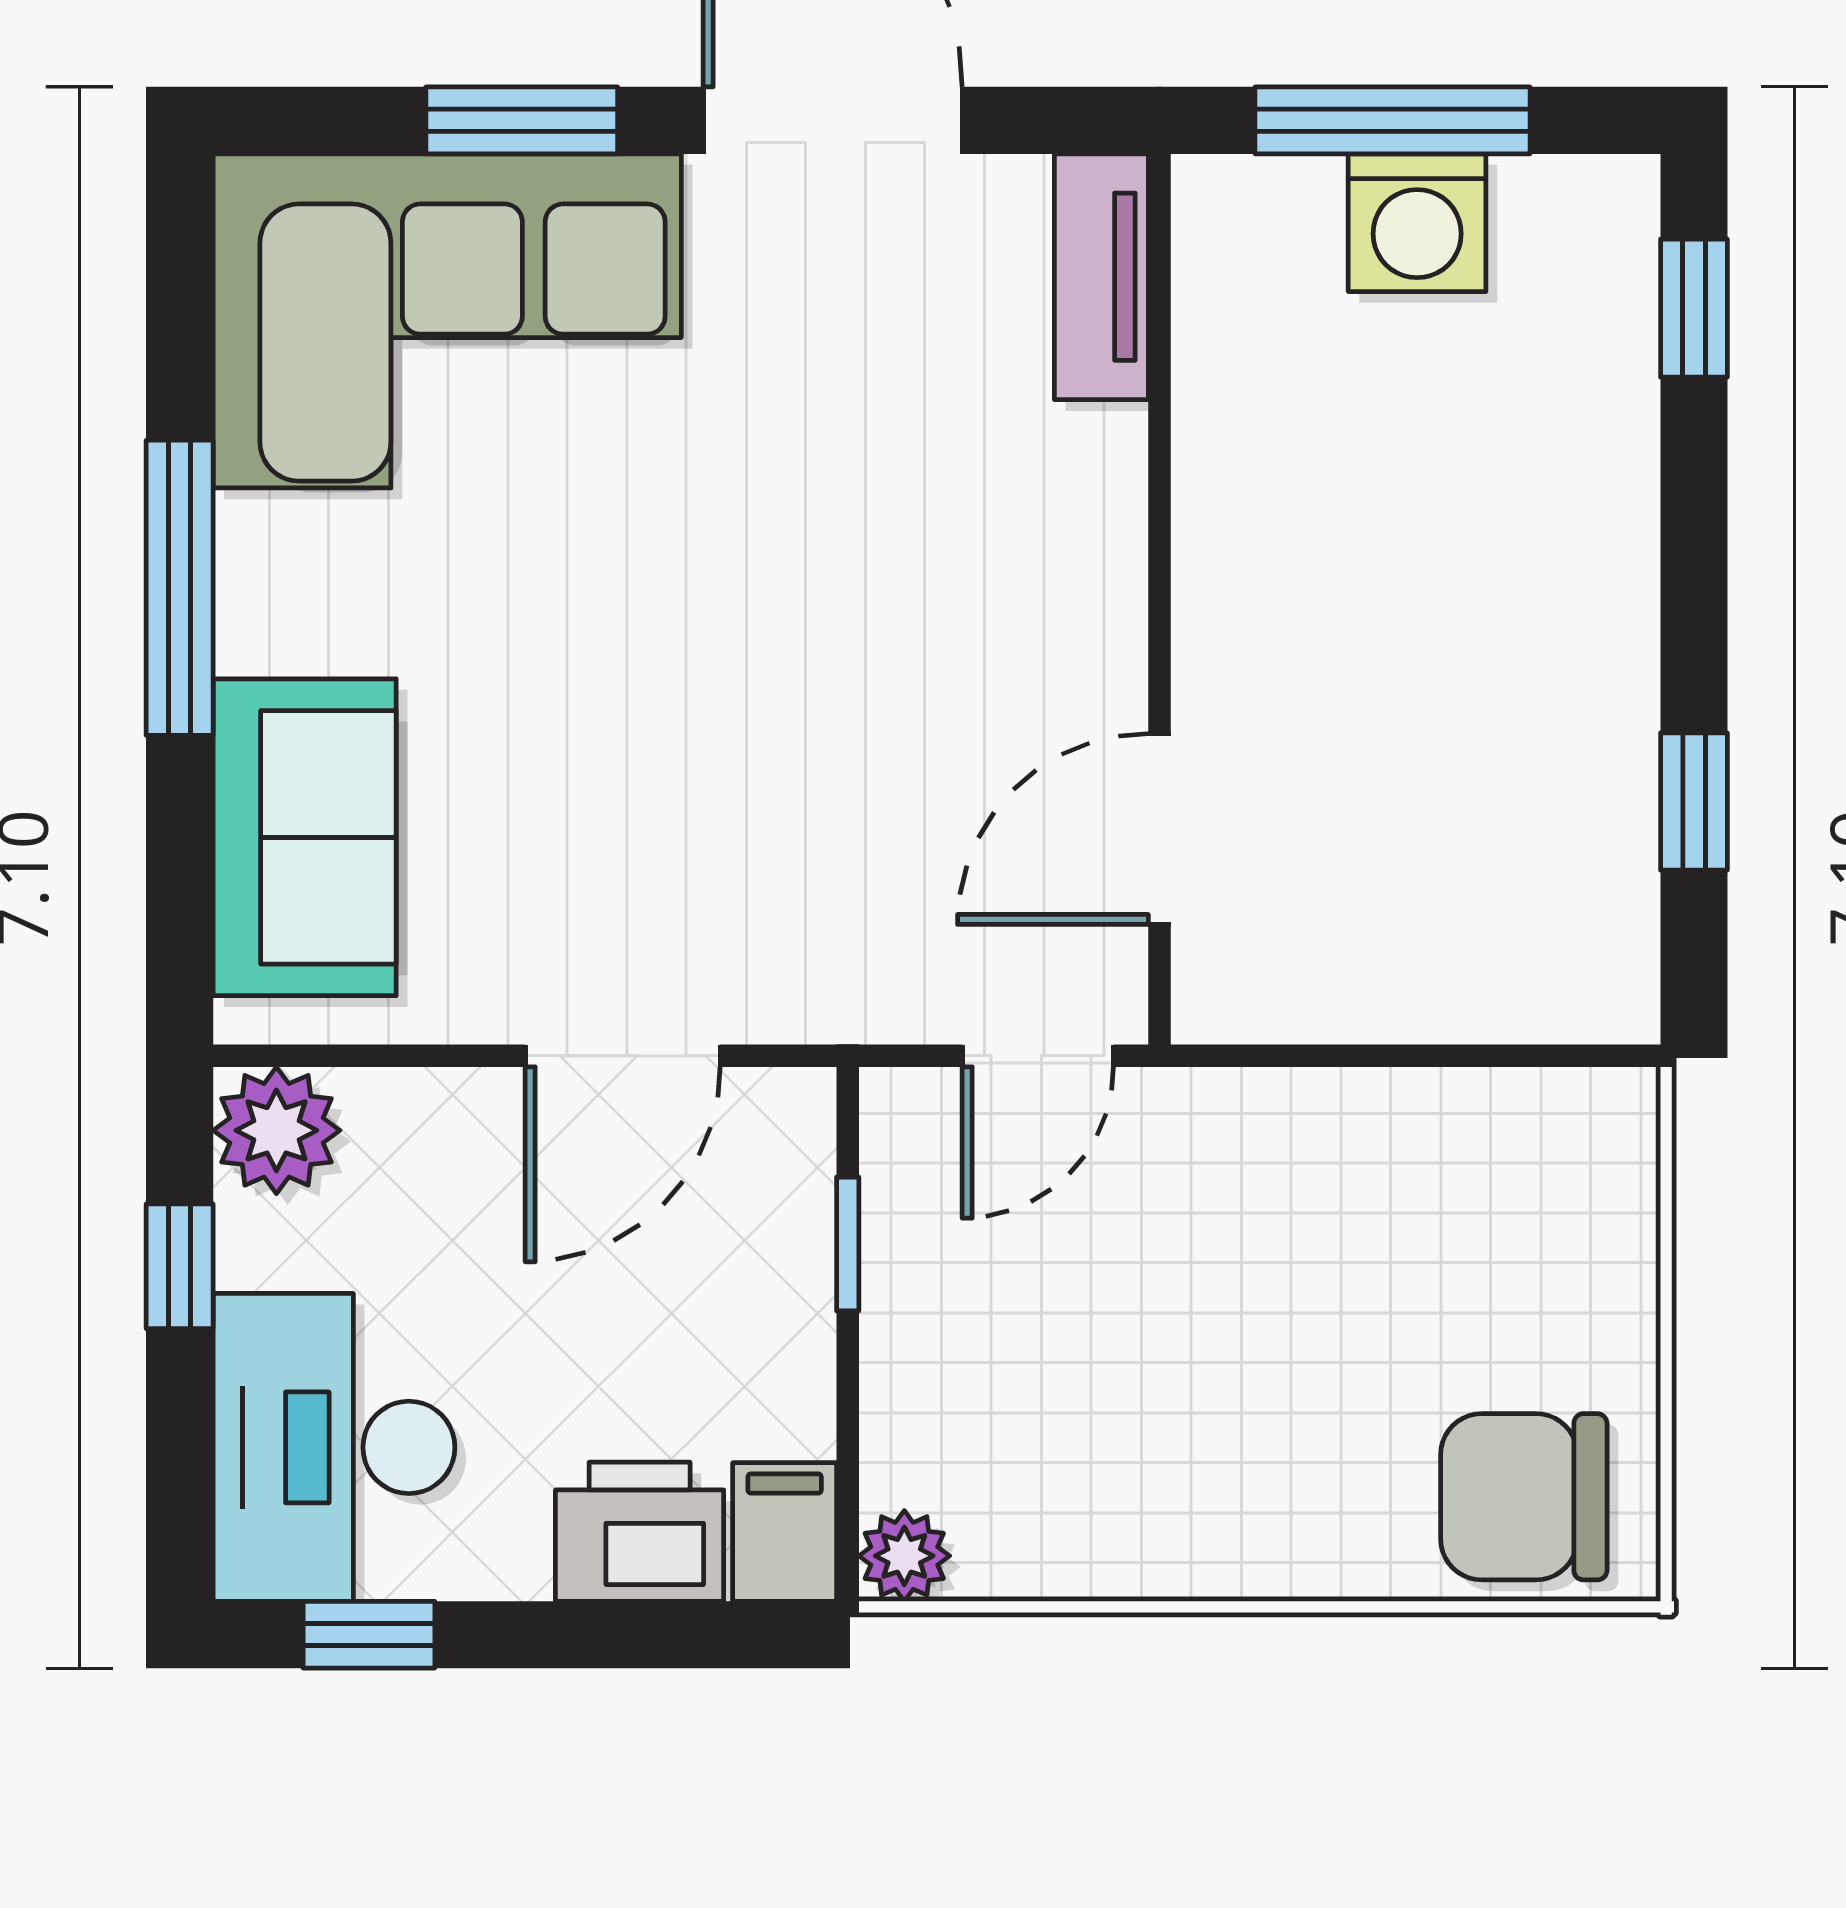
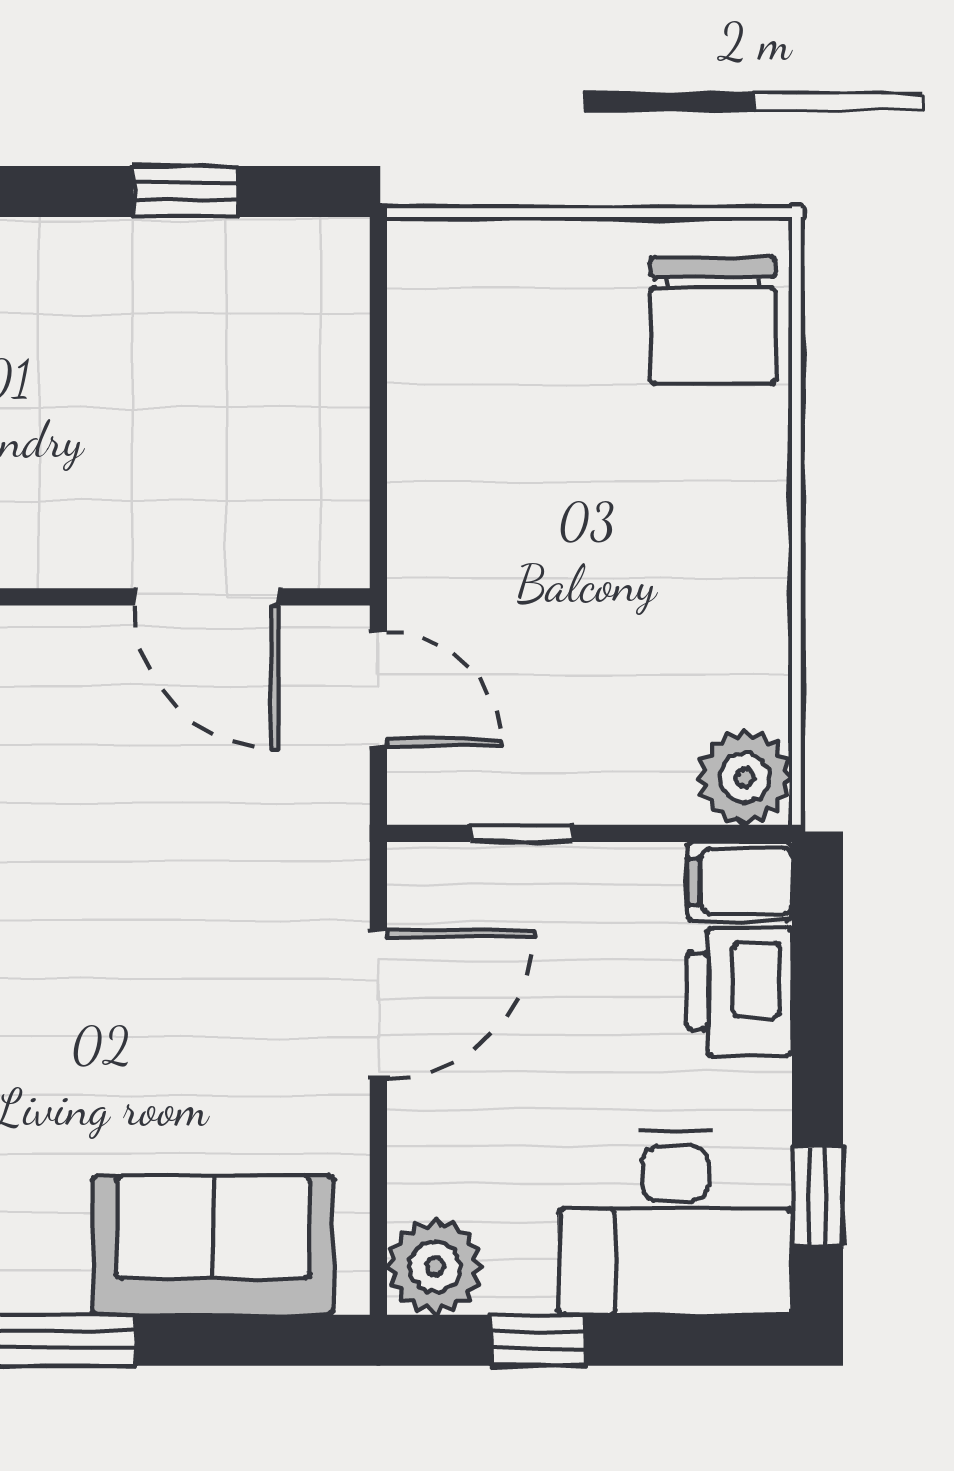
door: (623, 1056) -> (378, 1004), hinge flipped
plant: (904, 1556) -> (745, 778), width x1.38, depth x1.38

